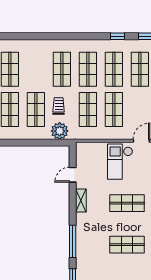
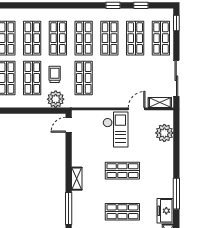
shop shelf: (114, 110) -> (32, 38), moved
checkout: (120, 162) -> (115, 130), turned 180
door: (73, 175) -> (69, 125), moved
shelving: (81, 201) -> (77, 179), moved

